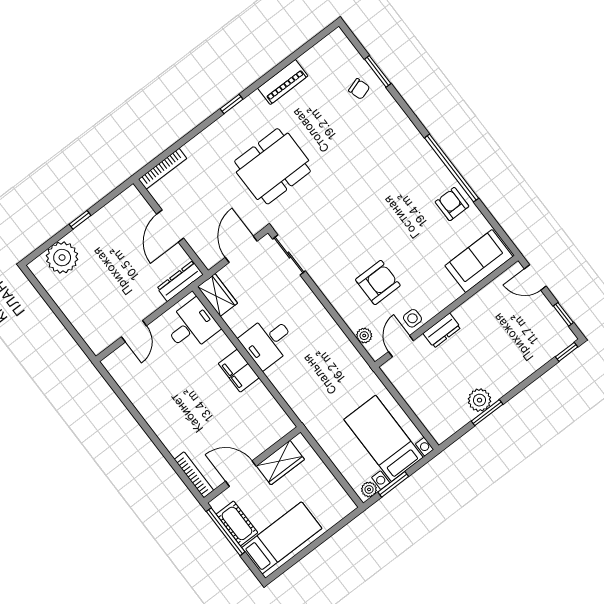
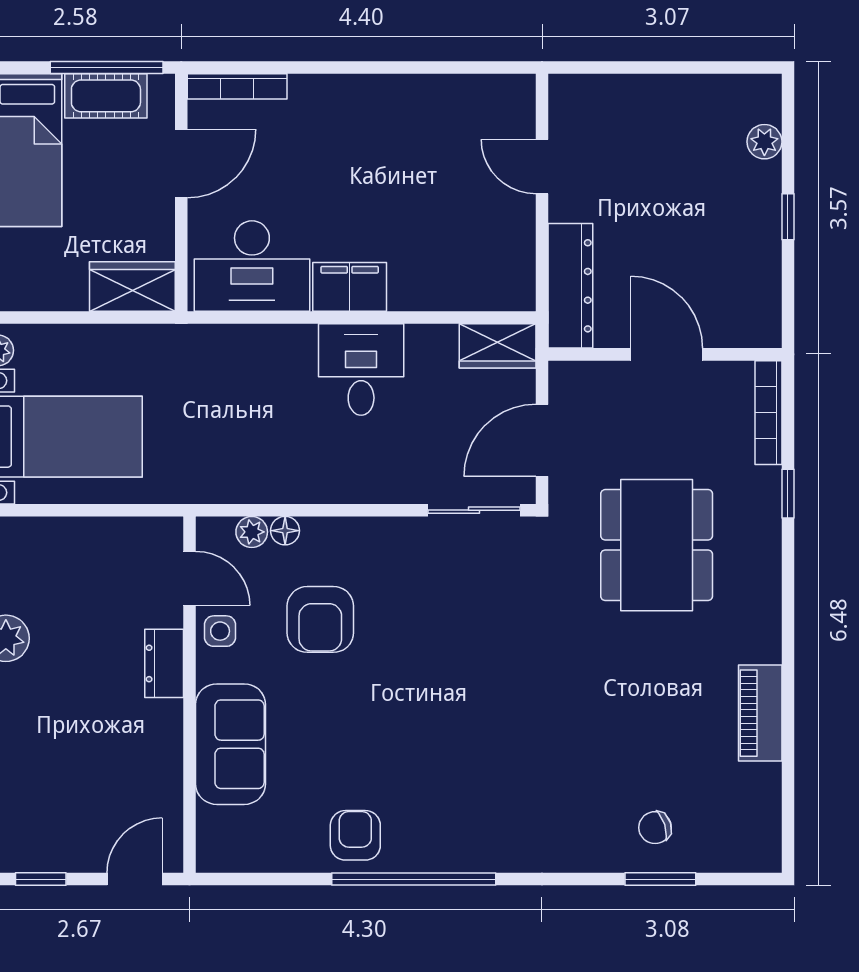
window: (232, 104) -> (788, 494), moved
dining table: (273, 166) -> (657, 545), moved
armchair: (452, 204) -> (355, 835), turned -90
door: (241, 249) -> (542, 440), swing flipped
plant: (62, 258) -> (764, 142), width x0.53, depth x0.53
sofa: (479, 261) -> (231, 744), moved
dresser: (180, 281) -> (570, 286), width x1.37, depth x1.24
floor lamp: (354, 323) -> (285, 531), added
desk: (192, 326) -> (252, 266), moved, width x1.37
wardrobe: (280, 463) -> (132, 287), moved, turned 90

